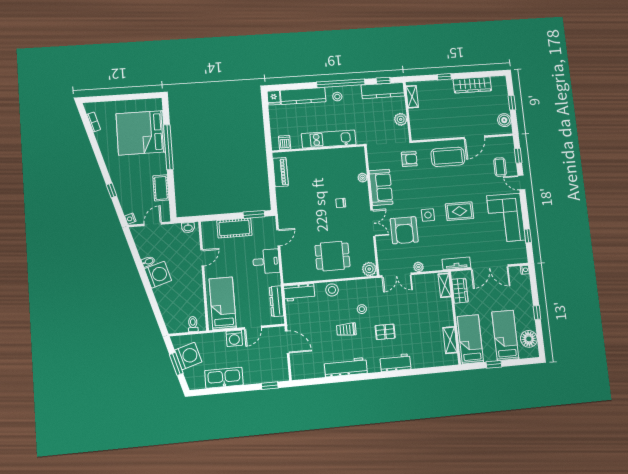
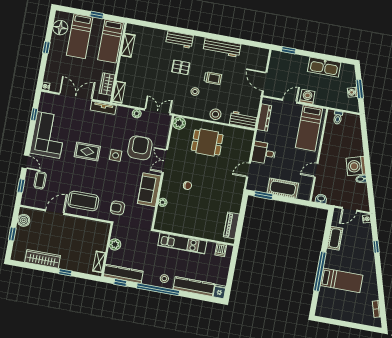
bed: (141, 133) -> (341, 280), width x0.49
washing machine: (188, 356) -> (353, 92), width x0.53, depth x0.53

